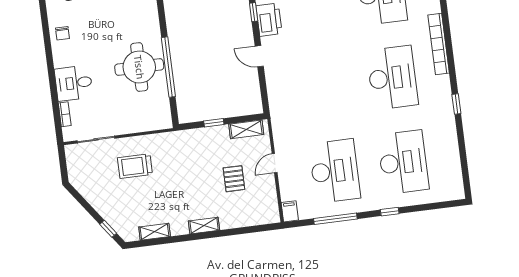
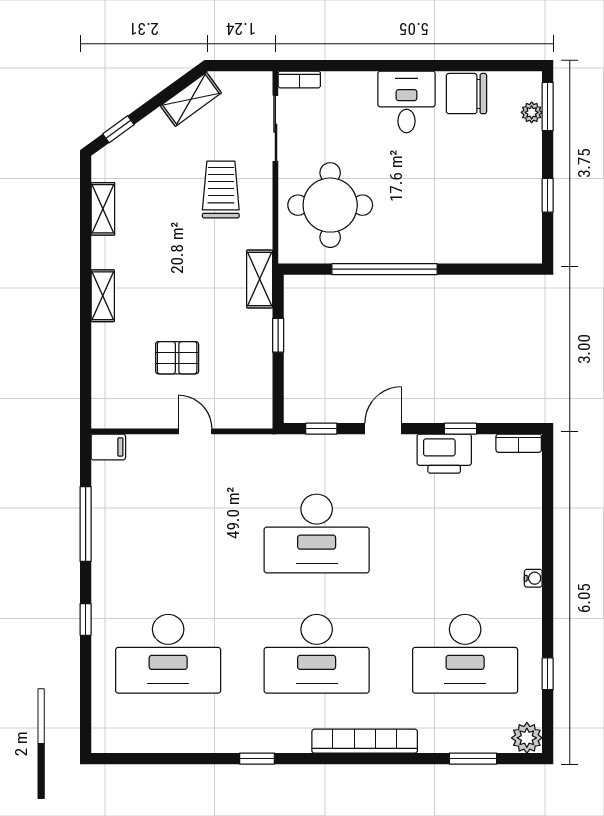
chair: (62, 33) -> (466, 94), width x1.87, depth x1.87
round table: (139, 67) -> (330, 205), moved
desk: (74, 83) -> (406, 102), moved
window: (264, 91) -> (321, 429), added
bookcase: (65, 114) -> (299, 80), moved
shelving: (246, 129) -> (260, 279), moved
desk: (335, 171) -> (317, 533), moved
shelving: (86, 190) -> (191, 99), added

